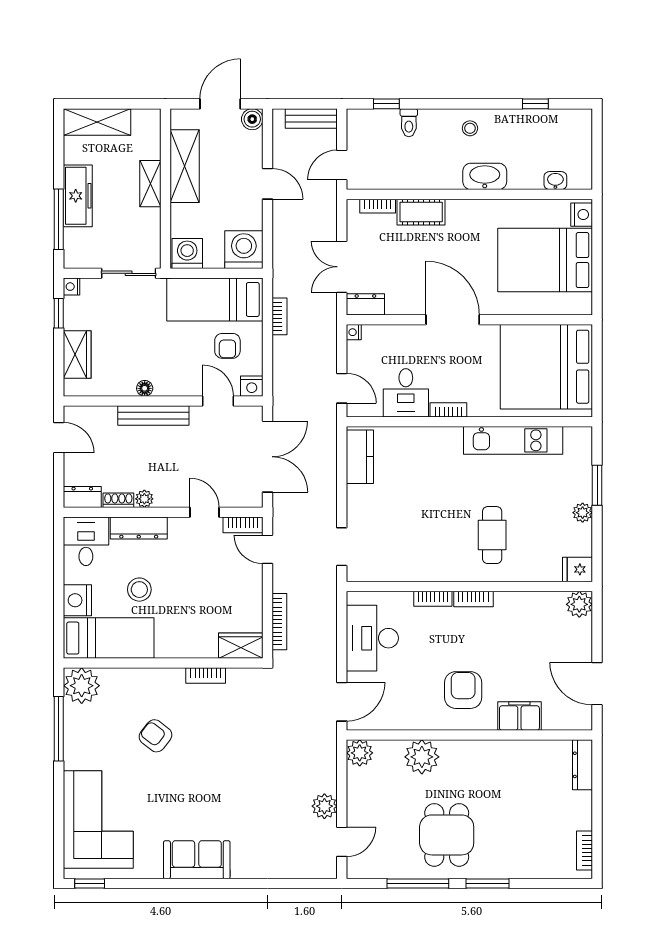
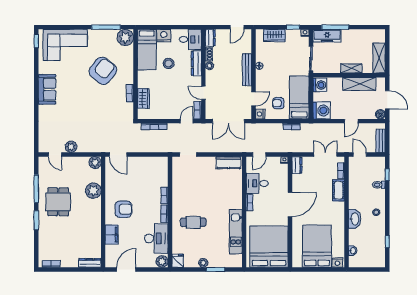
shelving: (97, 122) -> (379, 58), moved
freezer: (78, 196) -> (327, 36), moved
double door: (342, 267) -> (325, 155), moved
door: (205, 512) -> (203, 93), swing flipped
desk: (372, 638) -> (156, 238), moved, turned 90
wardrobe: (241, 646) -> (143, 98), moved
armchair: (156, 736) -> (103, 71), width x1.88, depth x1.88
dining table: (447, 835) -> (58, 202), turned 90

